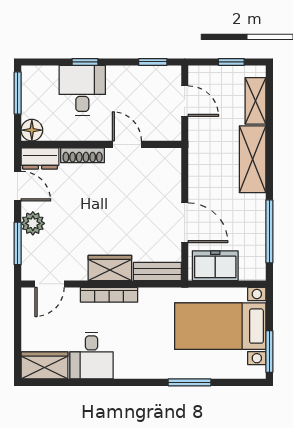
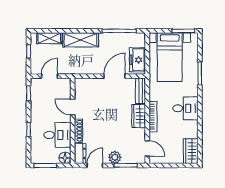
desk: (82, 90) -> (57, 135), moved, turned 180
door: (127, 144) -> (73, 107), hinge flipped
desk: (92, 356) -> (185, 108), moved

